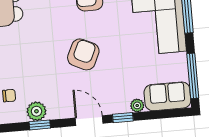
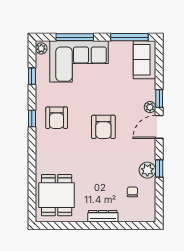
armchair: (83, 54) -> (103, 127), turned -115
plant: (137, 105) -> (150, 107), moved

